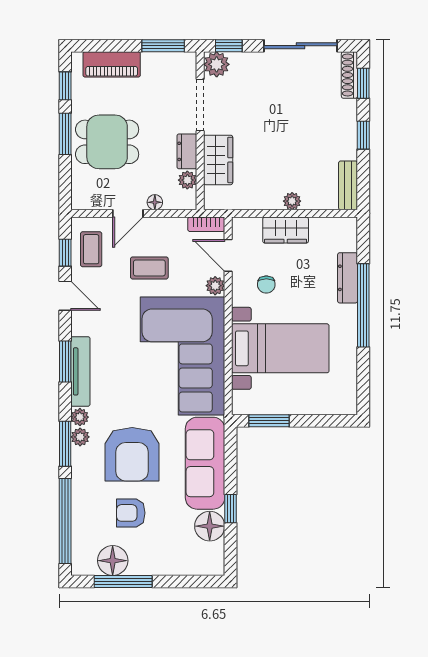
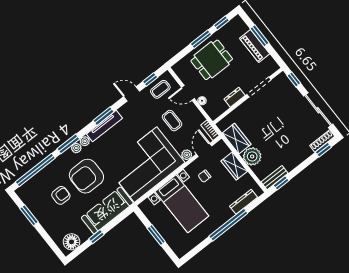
window: (163, 46) -> (259, 36), moved
piano: (112, 64) -> (255, 46), moved
plant: (217, 64) -> (282, 80), removed
window: (363, 135) -> (281, 183), moved
dining table: (107, 142) -> (212, 60), turned 90
wardrobe: (218, 160) -> (237, 139), moved, turned -90
plant: (187, 180) -> (223, 107), removed
plant: (292, 201) -> (252, 156), width x1.87, depth x1.87
dresser: (348, 278) -> (244, 202), moved
door: (65, 296) -> (132, 94), swing flipped
window: (269, 421) -> (156, 235), moved
armchair: (131, 513) -> (61, 195), turned 90
floor lamp: (210, 526) -> (72, 242), moved
floor lamp: (113, 561) -> (34, 204), removed
window: (123, 581) -> (29, 215), width x0.69

